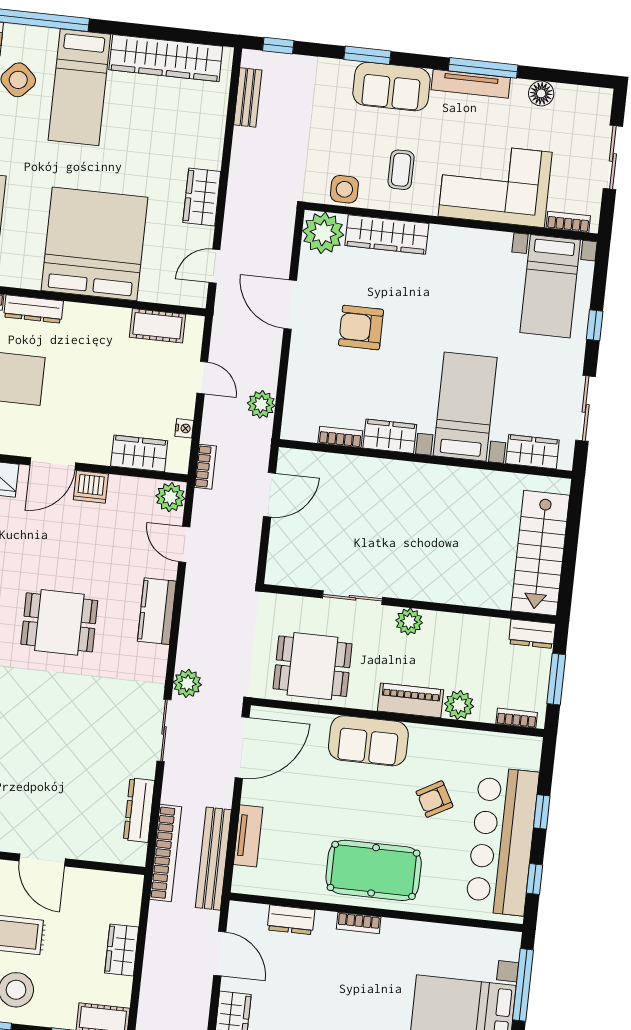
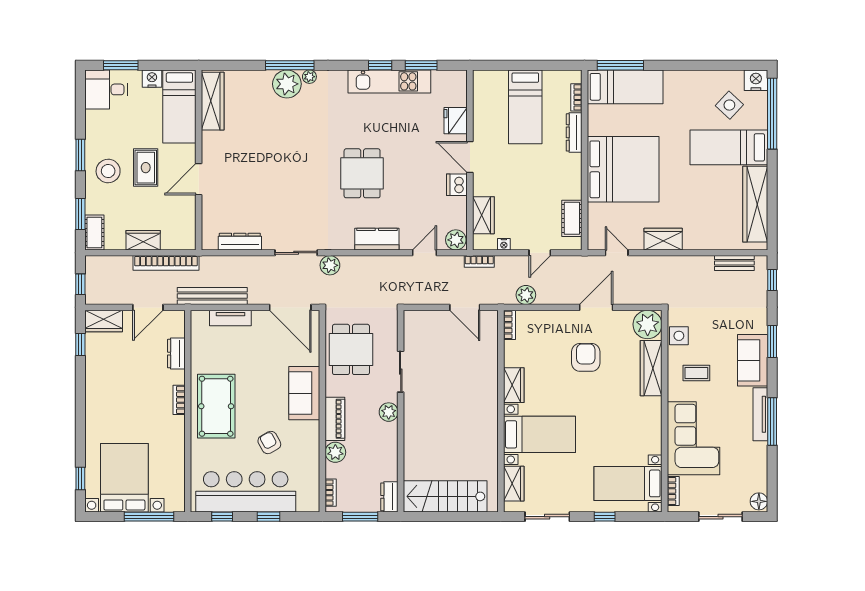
floor lamp: (541, 93) -> (759, 501), moved
bookcase: (340, 437) -> (509, 325), moved
bookcase: (166, 853) -> (166, 263), moved

